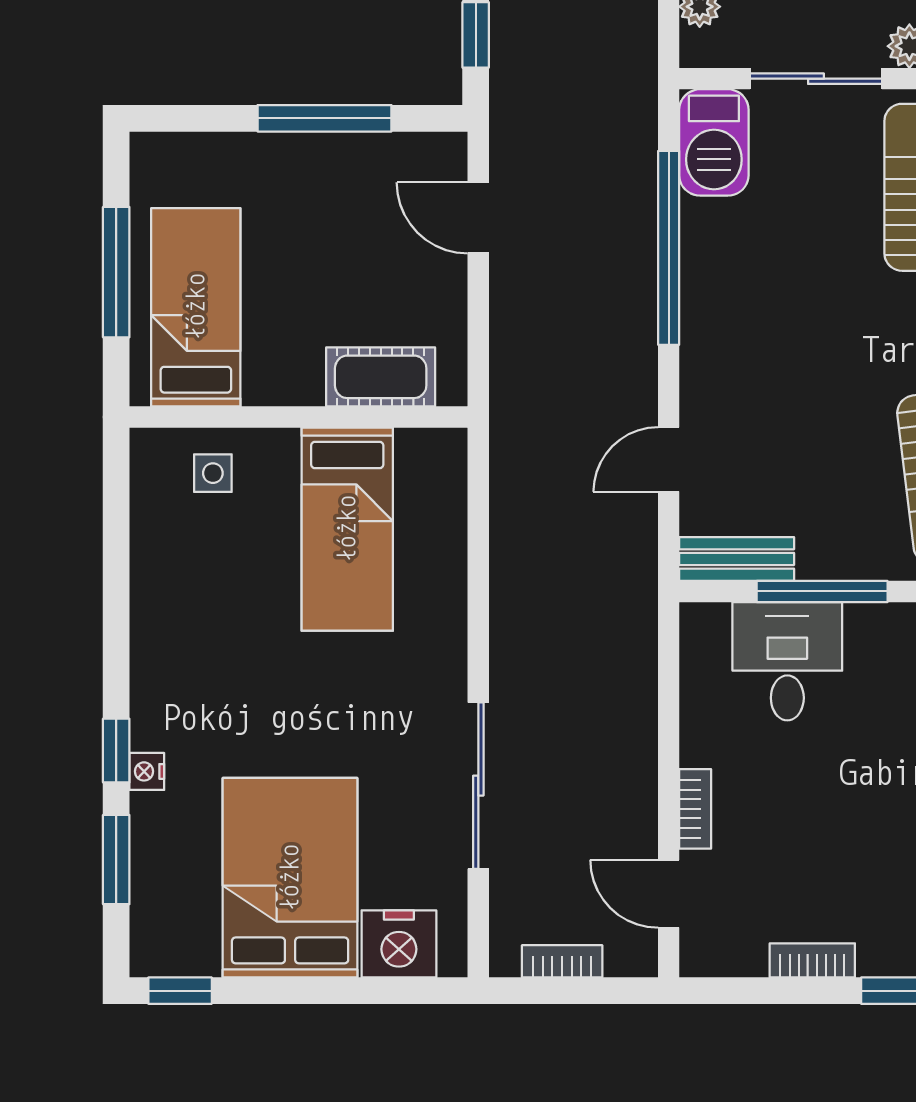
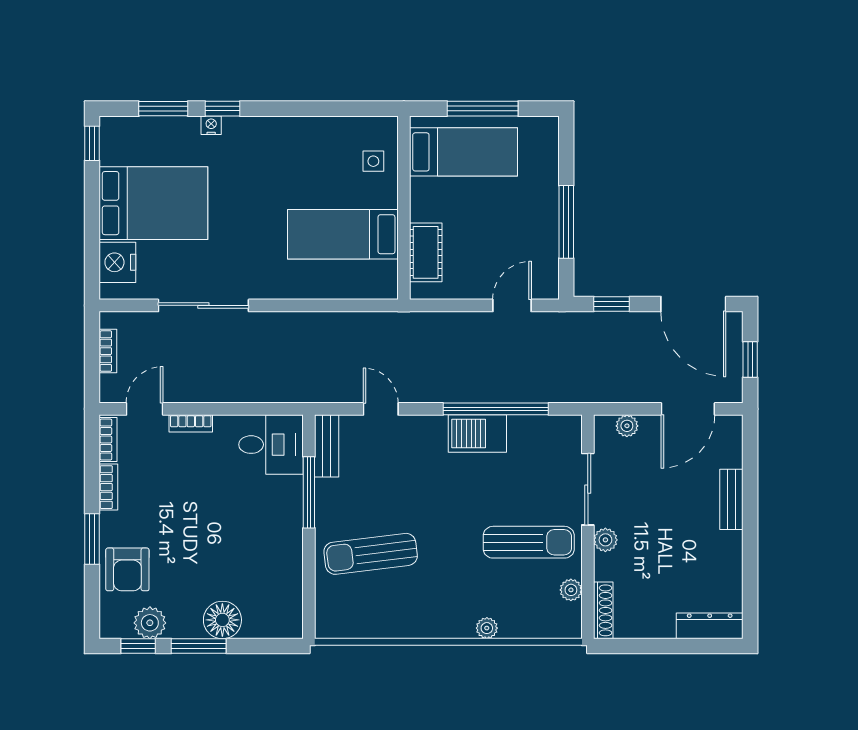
barbecue: (714, 142) -> (477, 434), moved
desk: (787, 661) -> (271, 445), moved
bookcase: (725, 961) -> (108, 440), added

